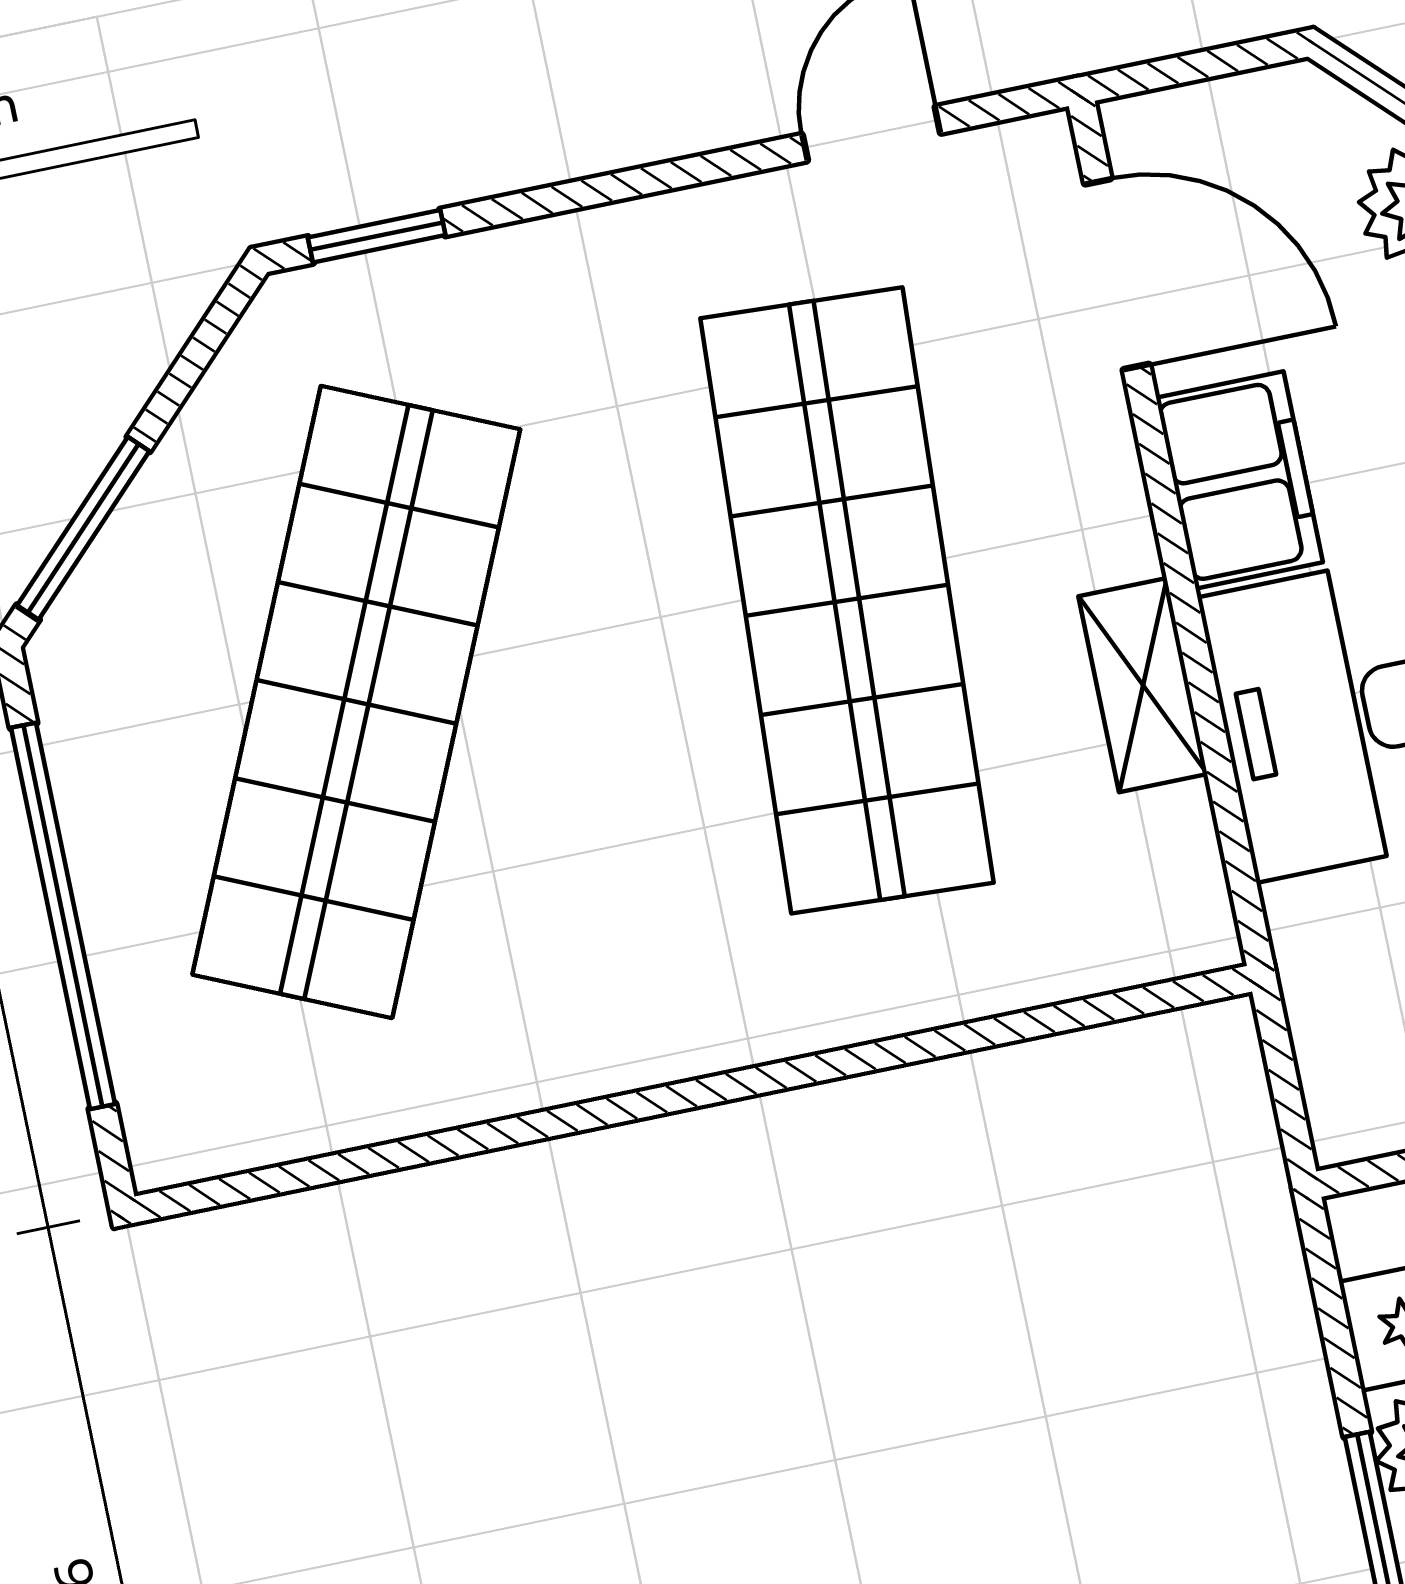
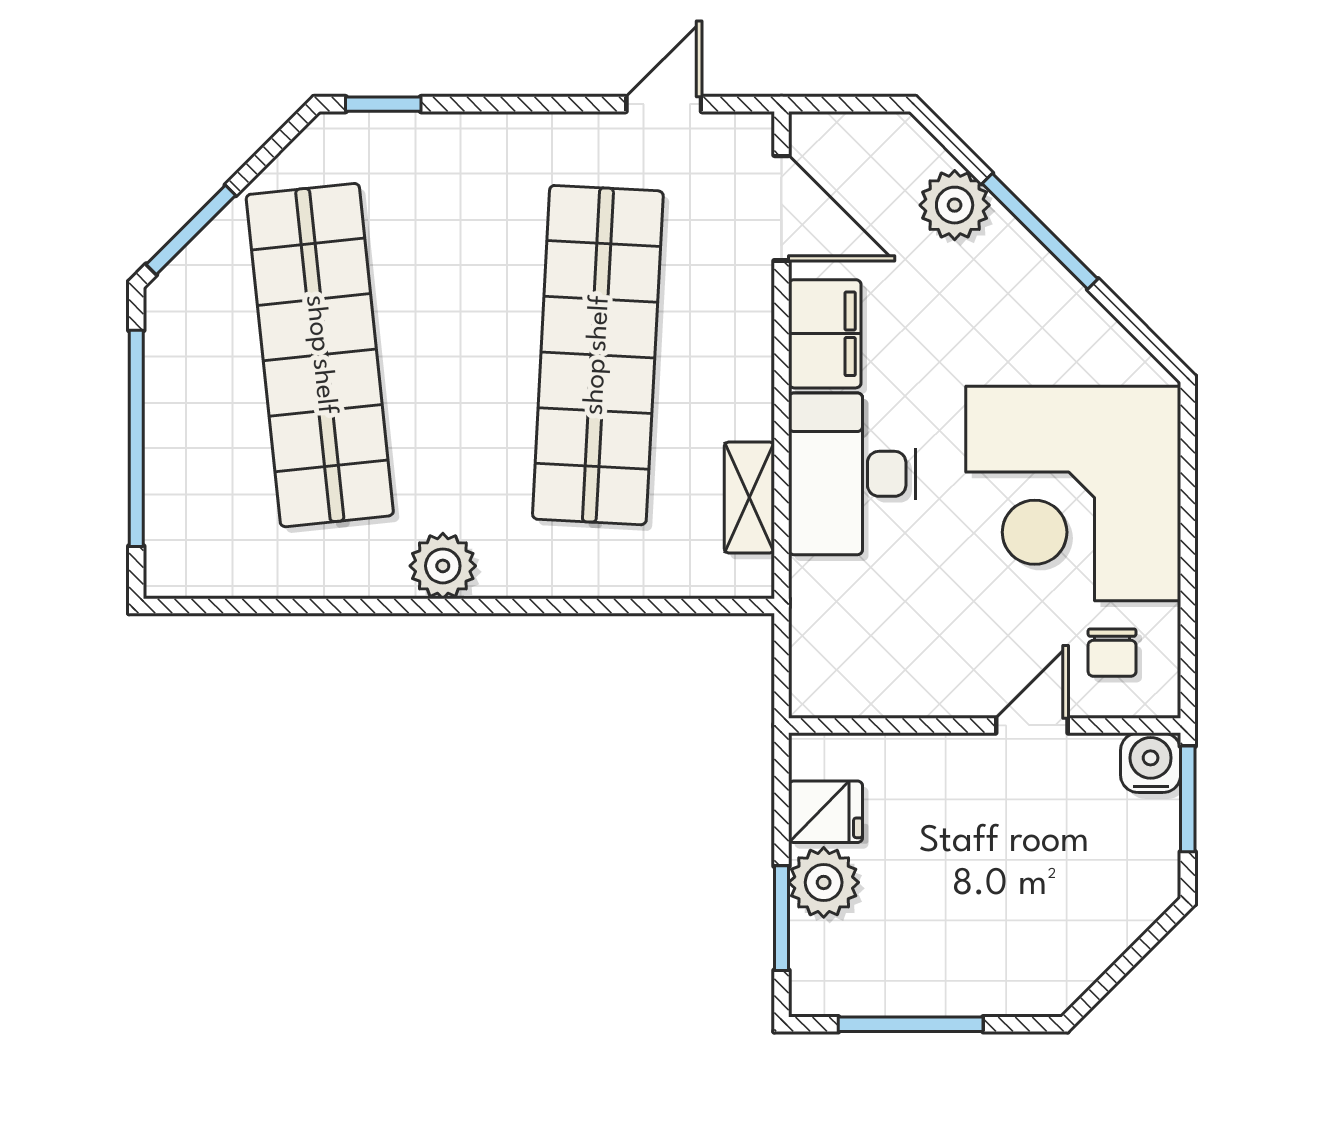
shelving: (1143, 685) -> (749, 498), moved
shop shelf: (356, 702) -> (320, 355), turned -30
plant: (650, 1029) -> (443, 566), added

